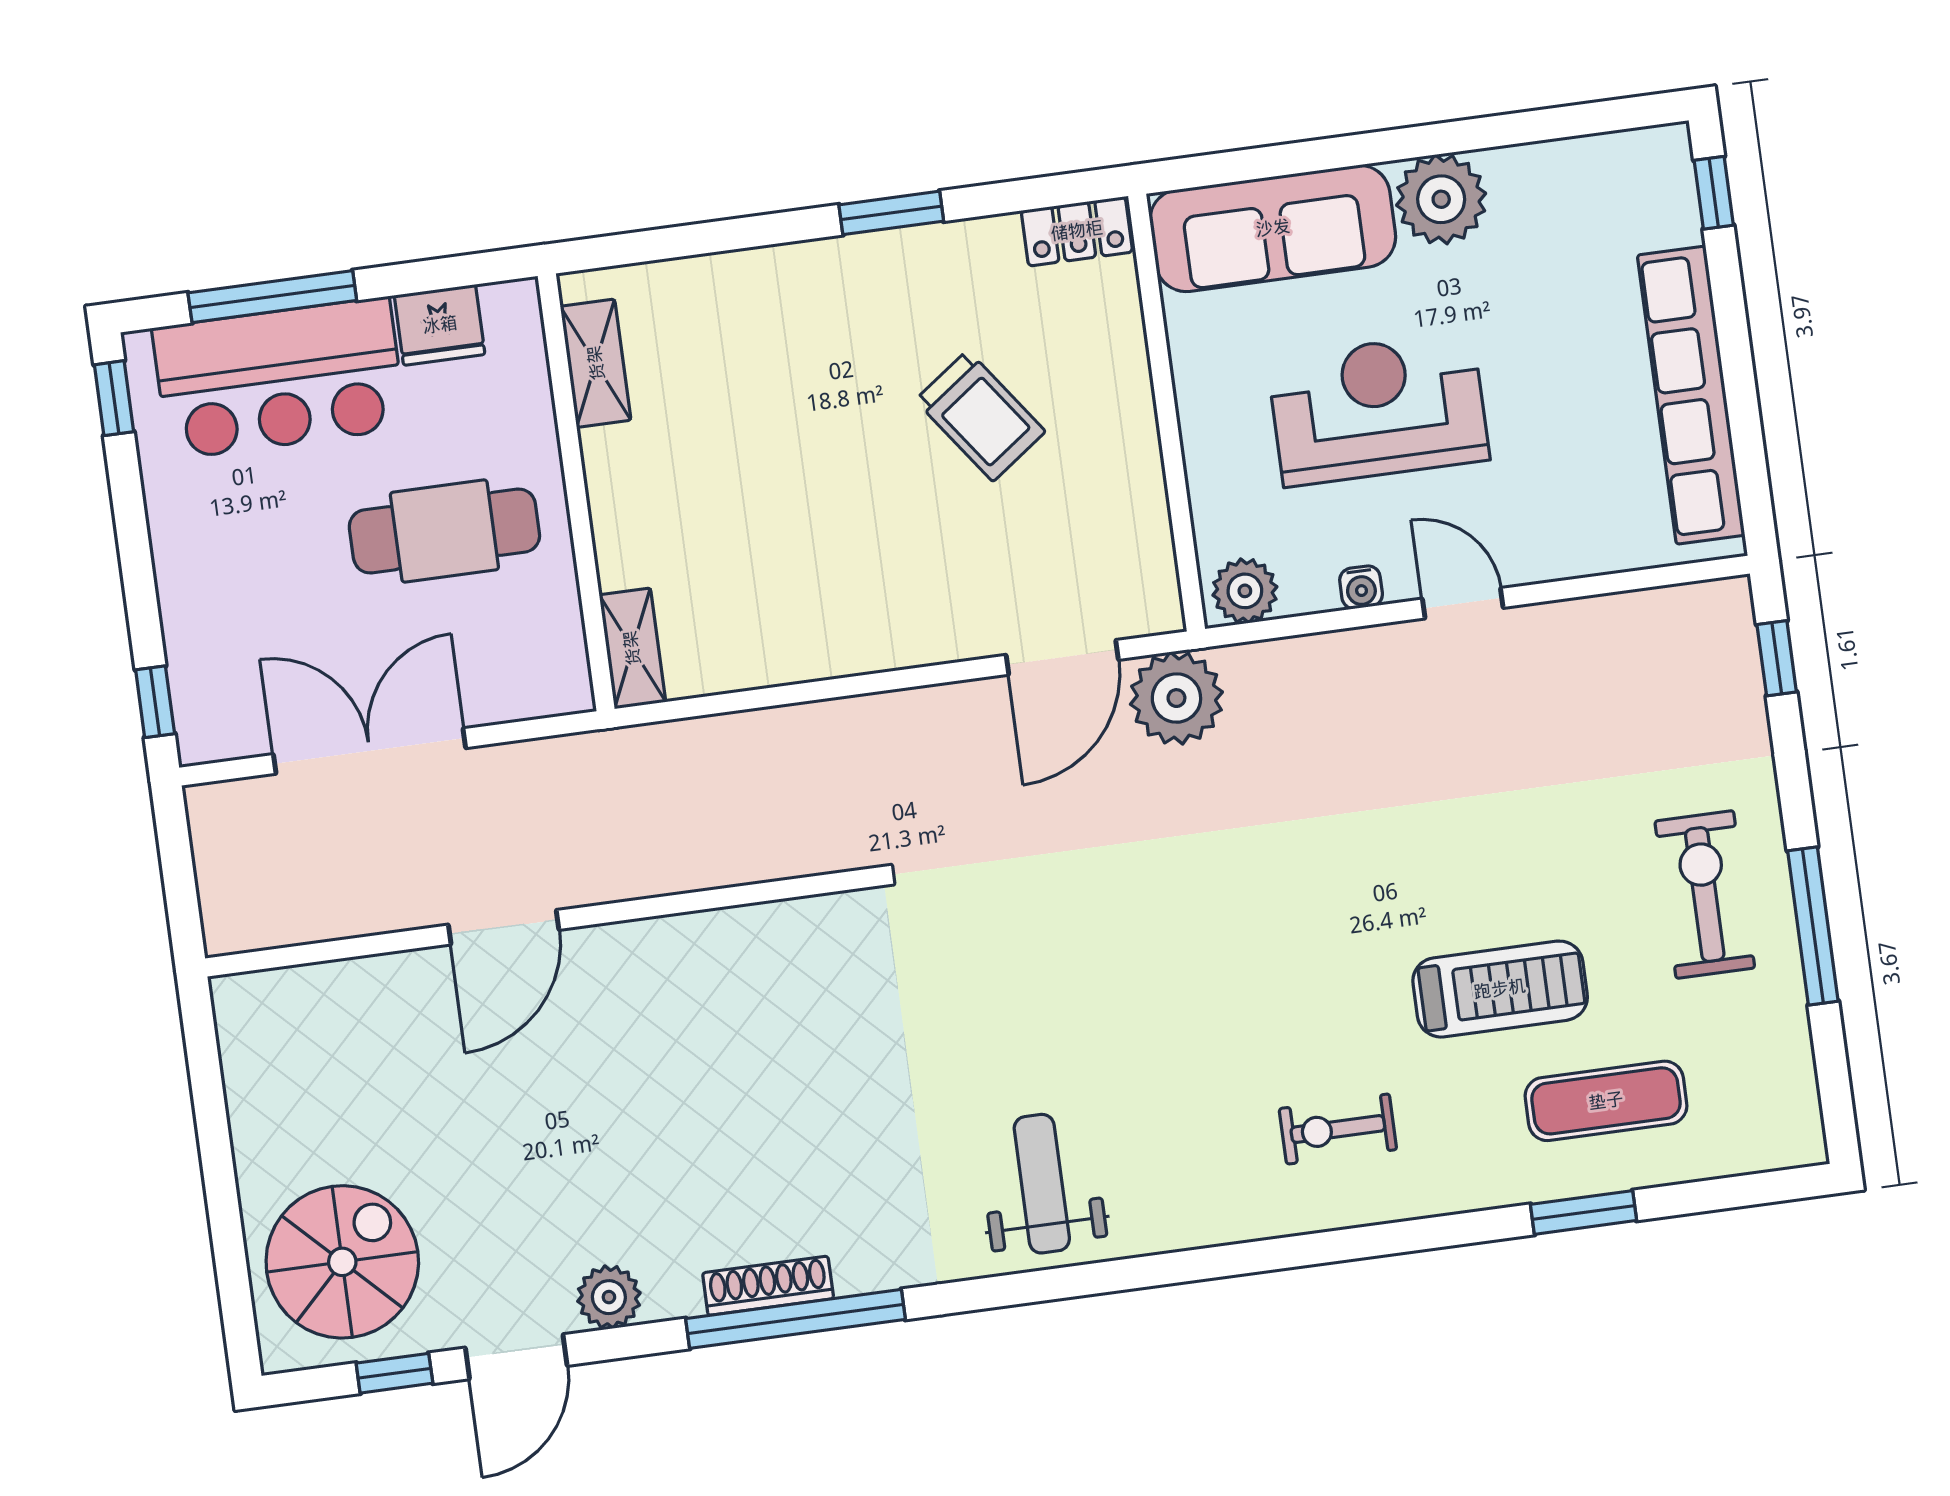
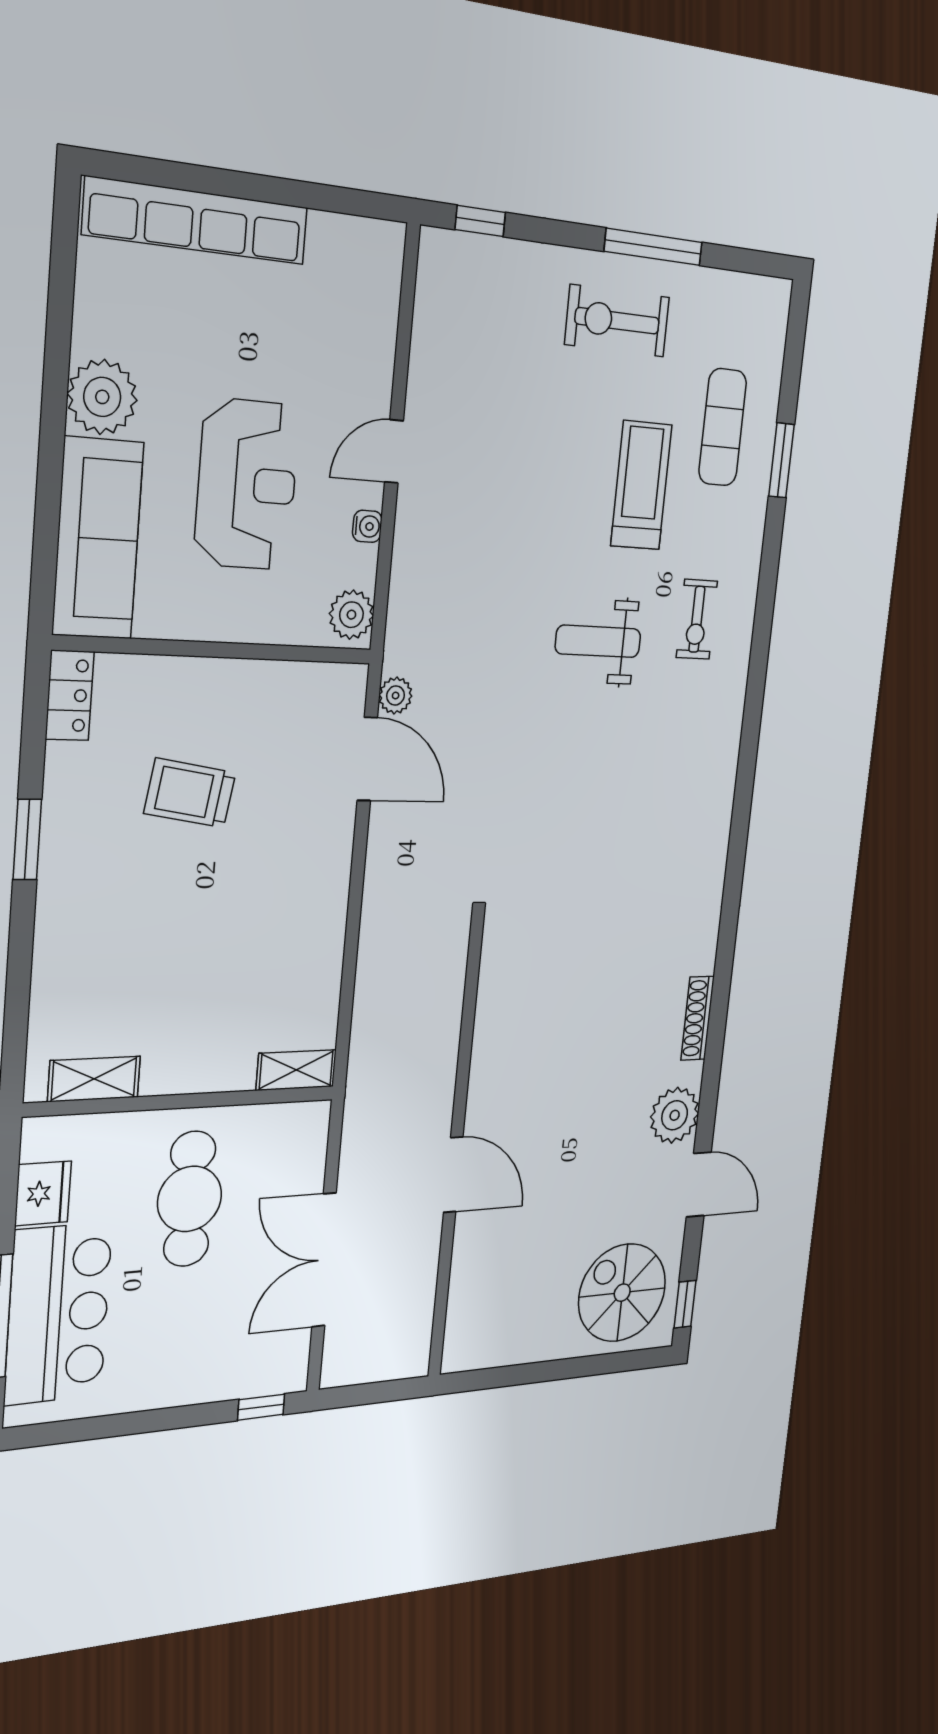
window: (1714, 193) -> (141, 170), removed
row of seats: (1691, 395) -> (196, 221), moved
window: (114, 398) -> (49, 1434), removed
reception desk: (1378, 409) -> (247, 484), turned 180
trolley: (980, 416) -> (190, 793), turned -135
plant: (1176, 698) -> (396, 695), width x0.53, depth x0.53
weight bench: (1042, 1184) -> (598, 641), moved
plant: (609, 1297) -> (675, 1115), width x1.36, depth x1.36
window: (795, 1319) -> (720, 1002), removed
window: (394, 1373) -> (685, 1304), moved

